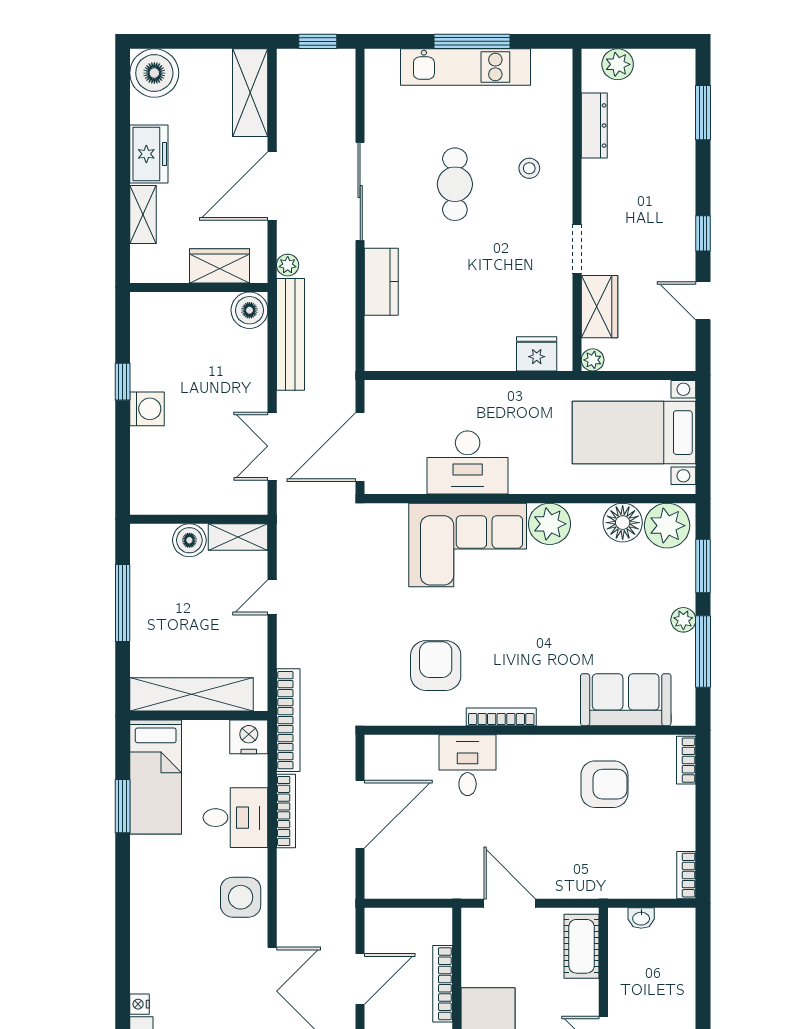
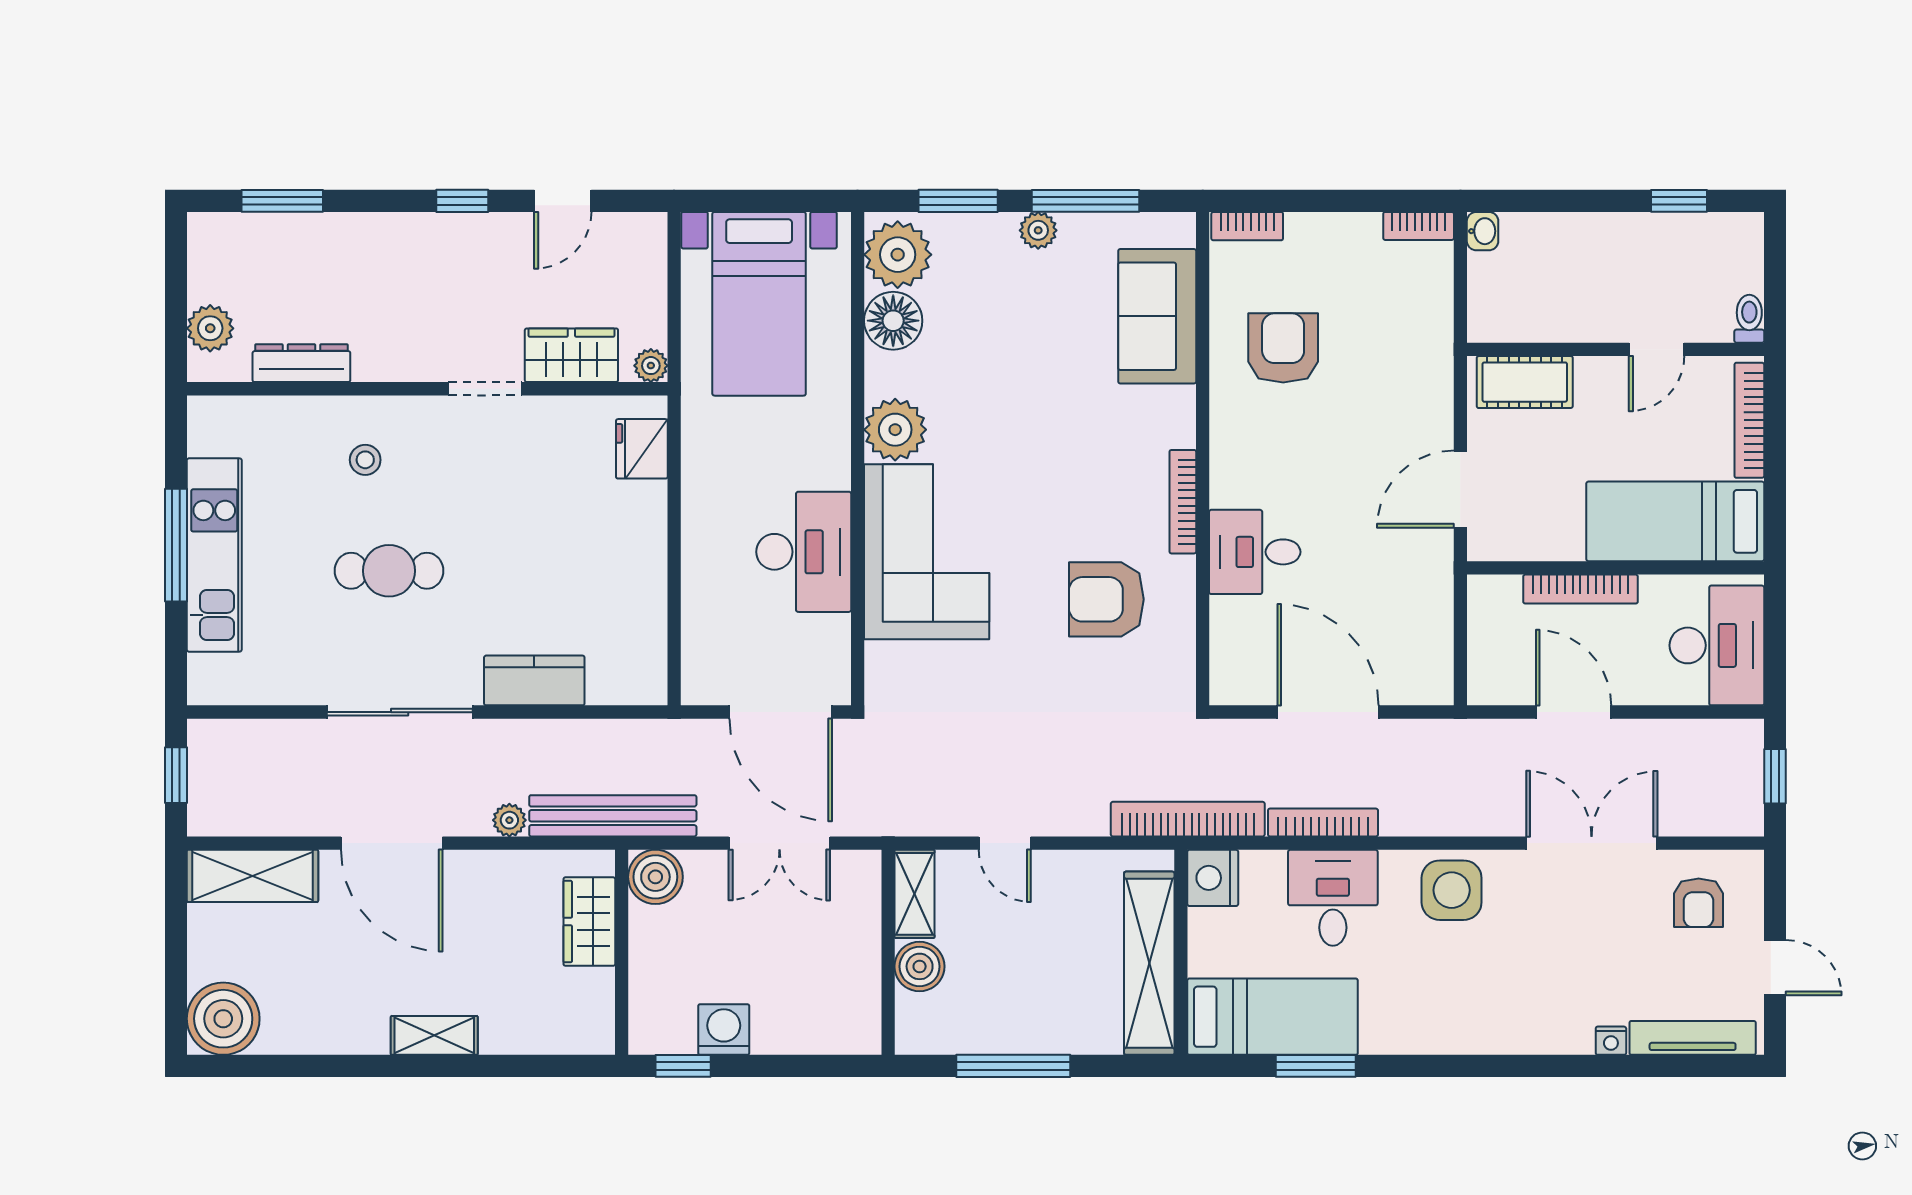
freezer: (149, 154) -> (344, 1027), removed
wardrobe: (220, 266) -> (589, 922), moved
wall: (199, 288) -> (622, 952), moved
boiler: (249, 310) -> (655, 877), moved
washbasin: (641, 918) -> (1483, 231), moved

